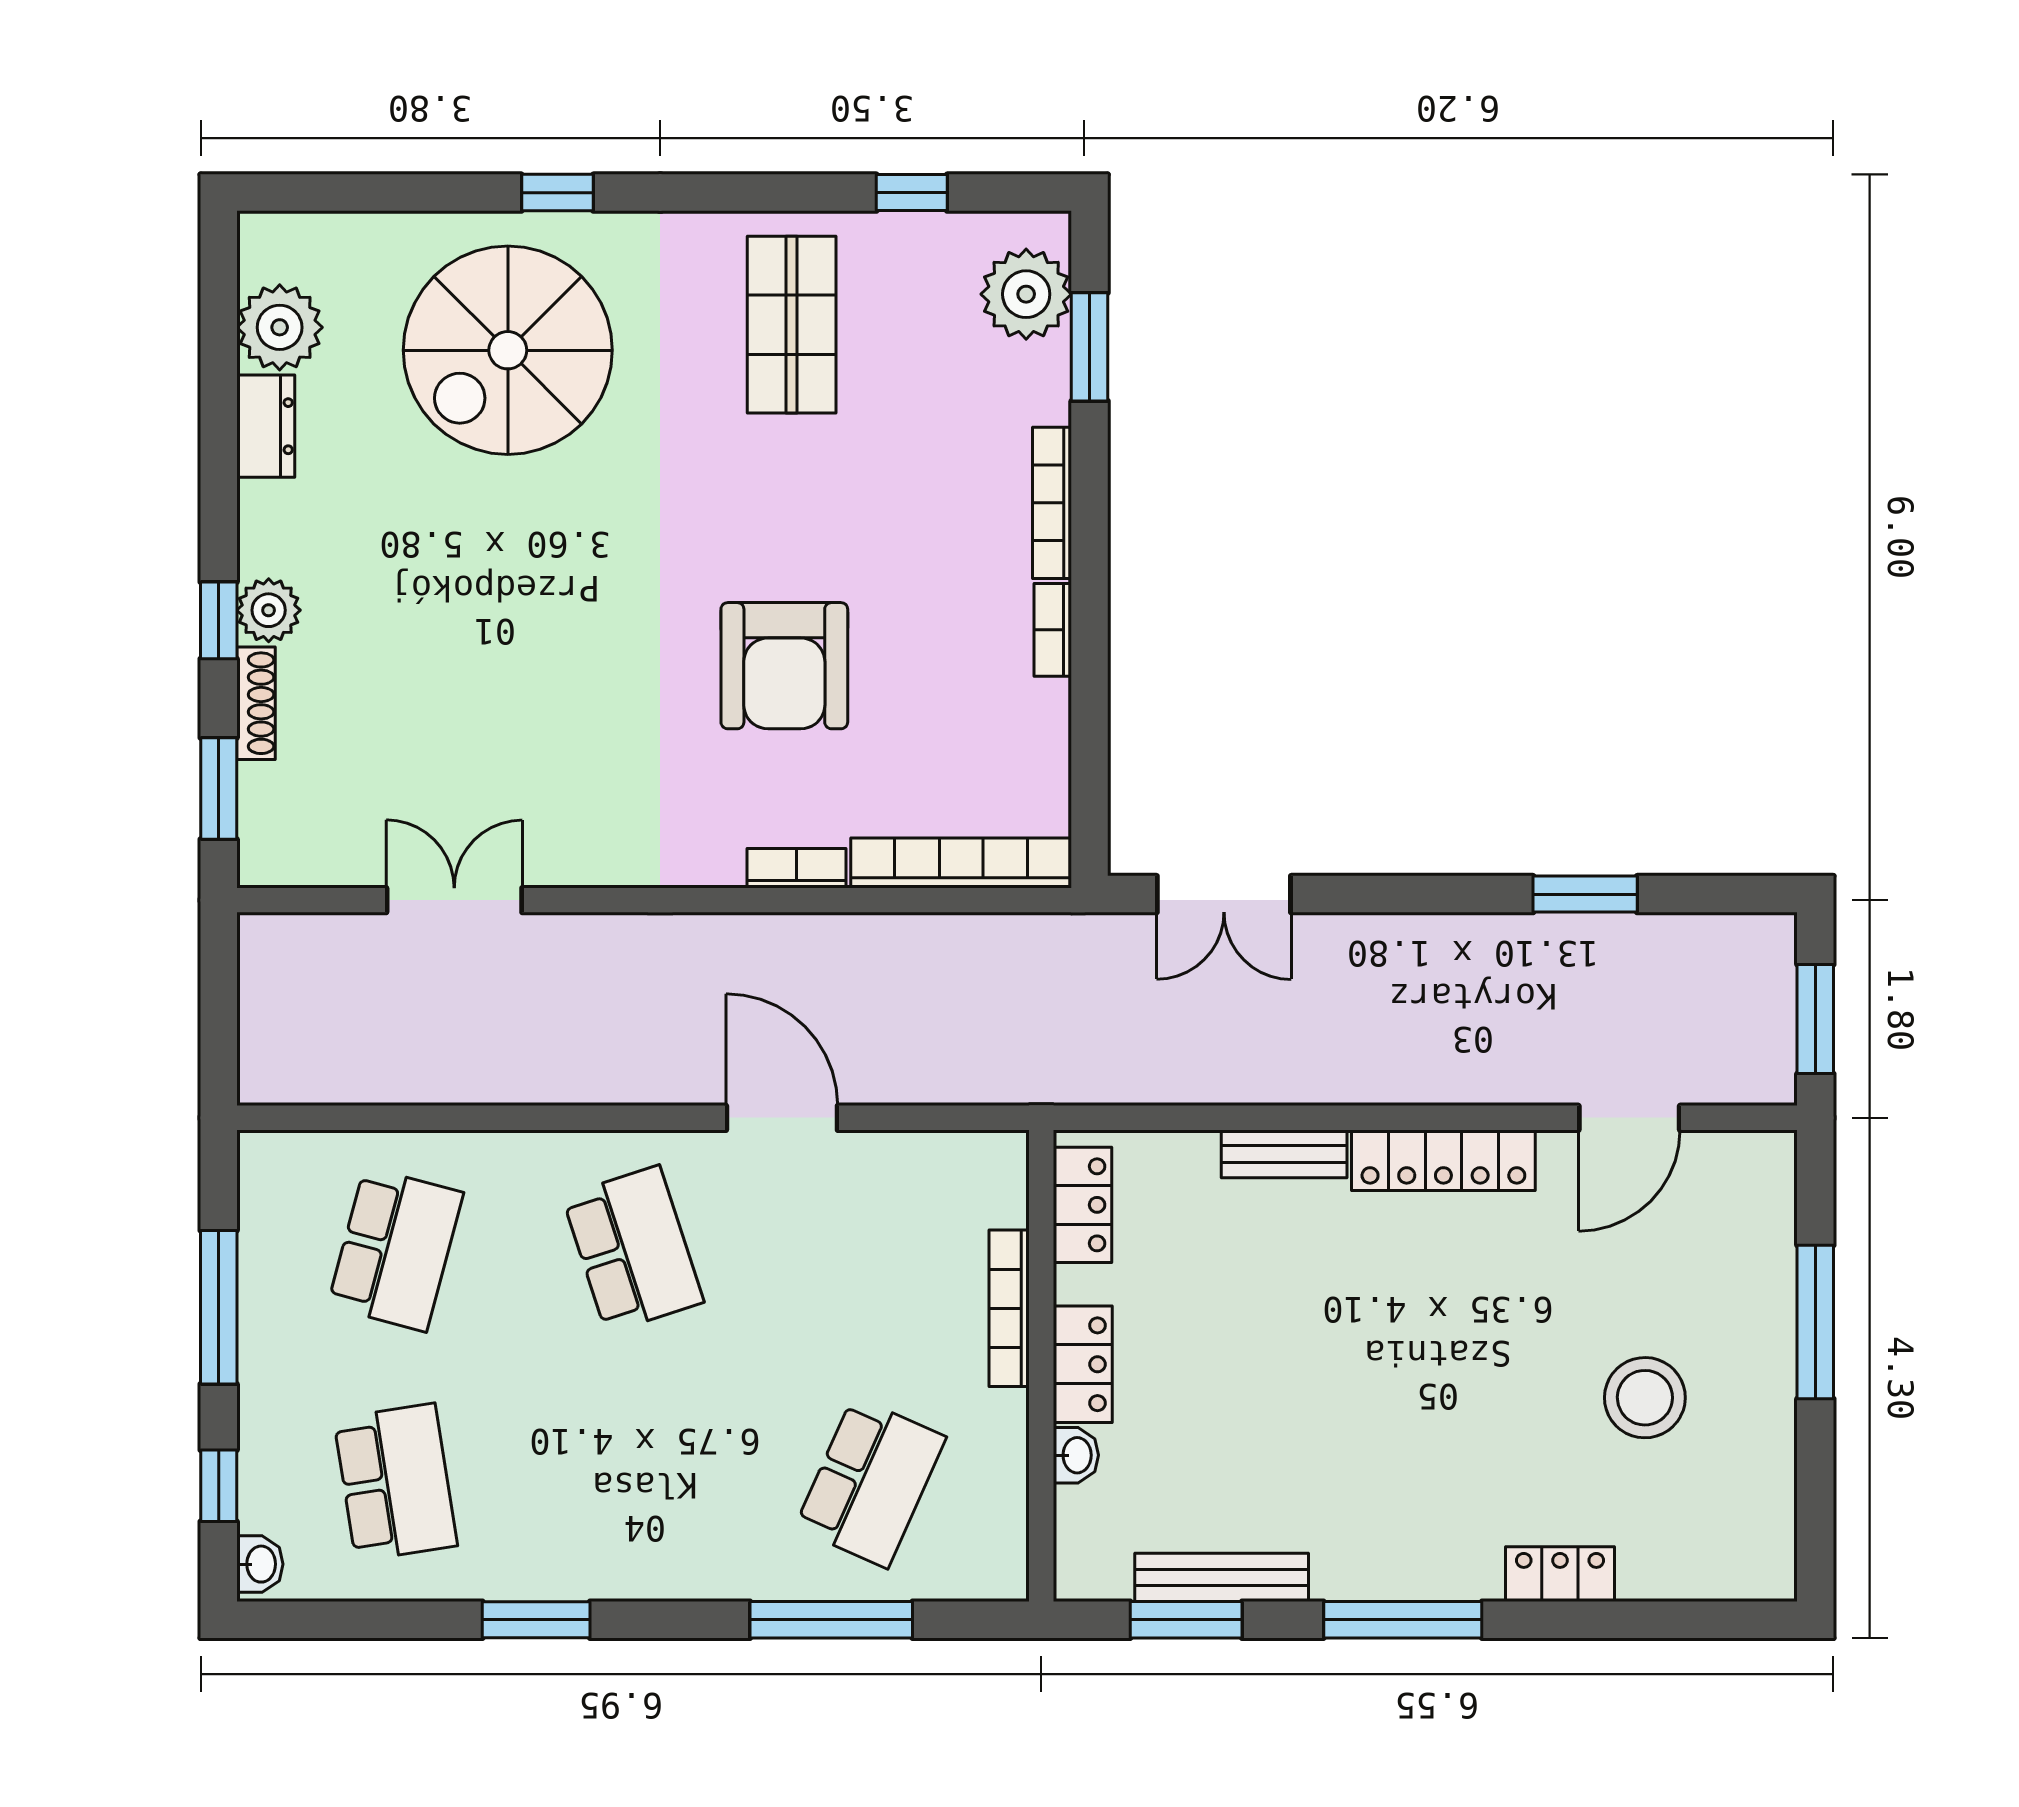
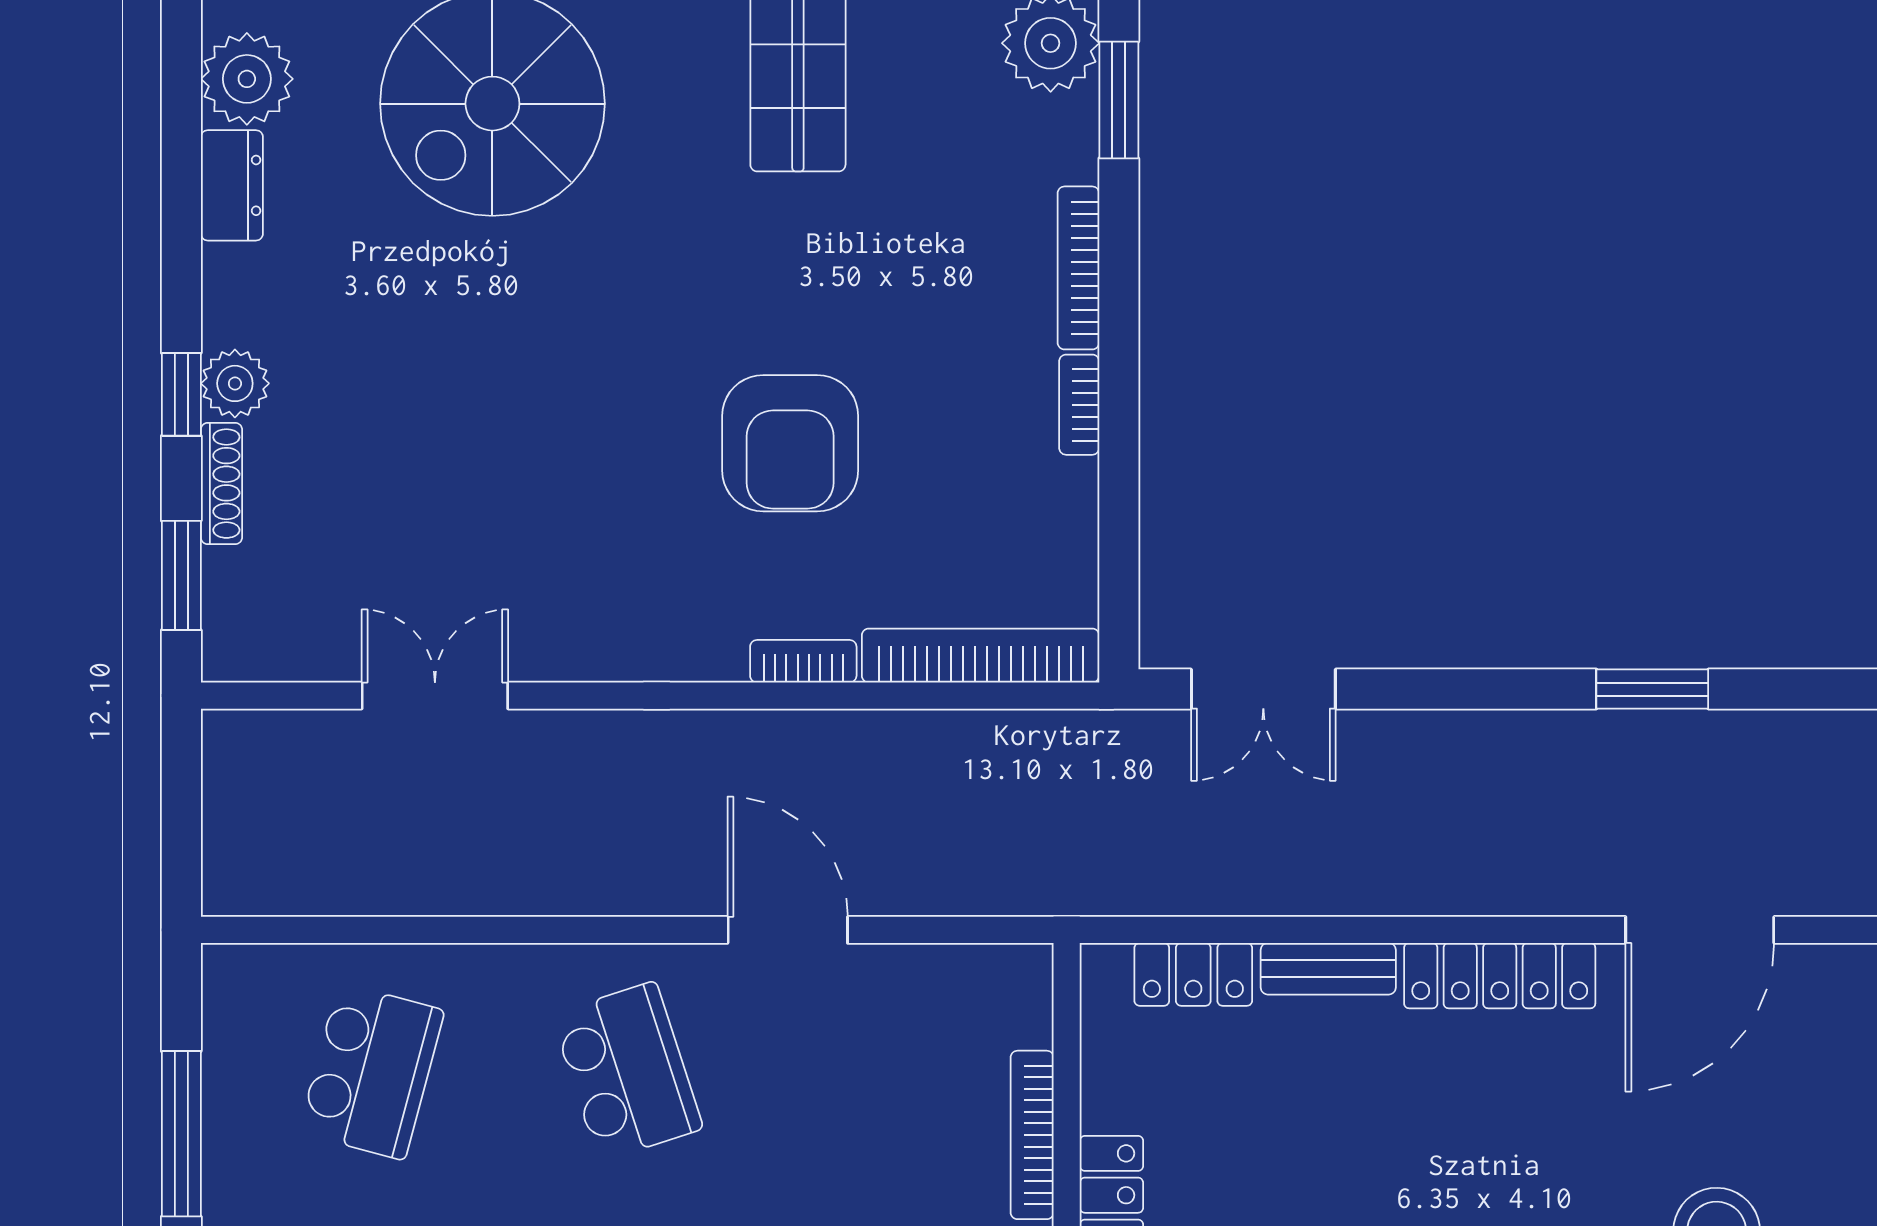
door: (1629, 1118) -> (1700, 930), width x1.36
locker: (1082, 1205) -> (1193, 974), moved, turned 90

